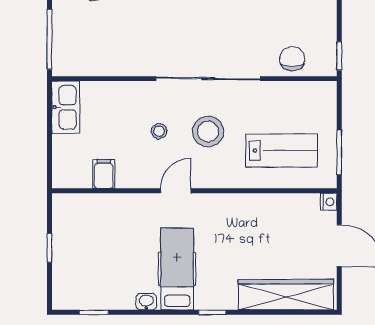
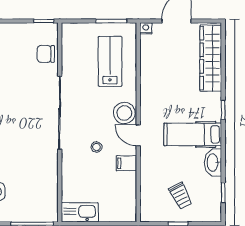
stool: (208, 131) -> (124, 113), moved
filing cabinet: (104, 174) -> (126, 163), moved
trolley: (89, 251) -> (181, 196), added
washbasin: (146, 302) -> (213, 162), width x1.91, depth x1.45

